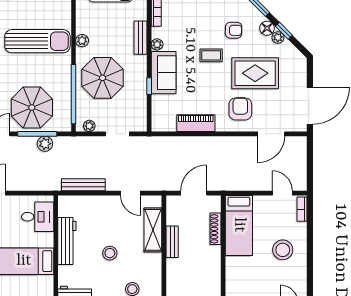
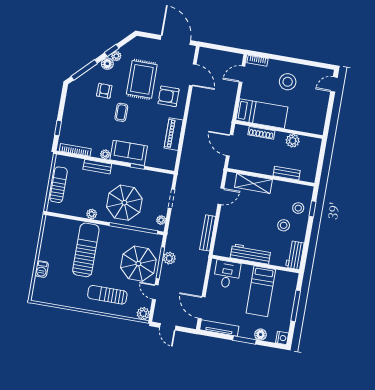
bench: (172, 242) -> (287, 173), moved
stool: (110, 253) -> (284, 225), moved
plant: (213, 268) -> (293, 141), added

